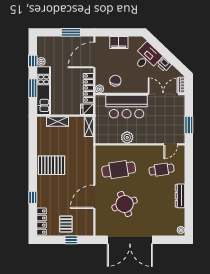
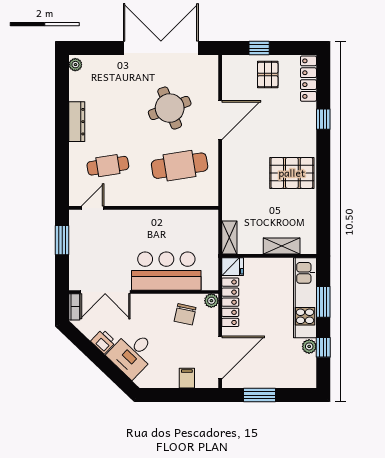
filing cabinet: (119, 43) -> (187, 378), width x0.50
plant: (127, 137) -> (165, 219), removed

